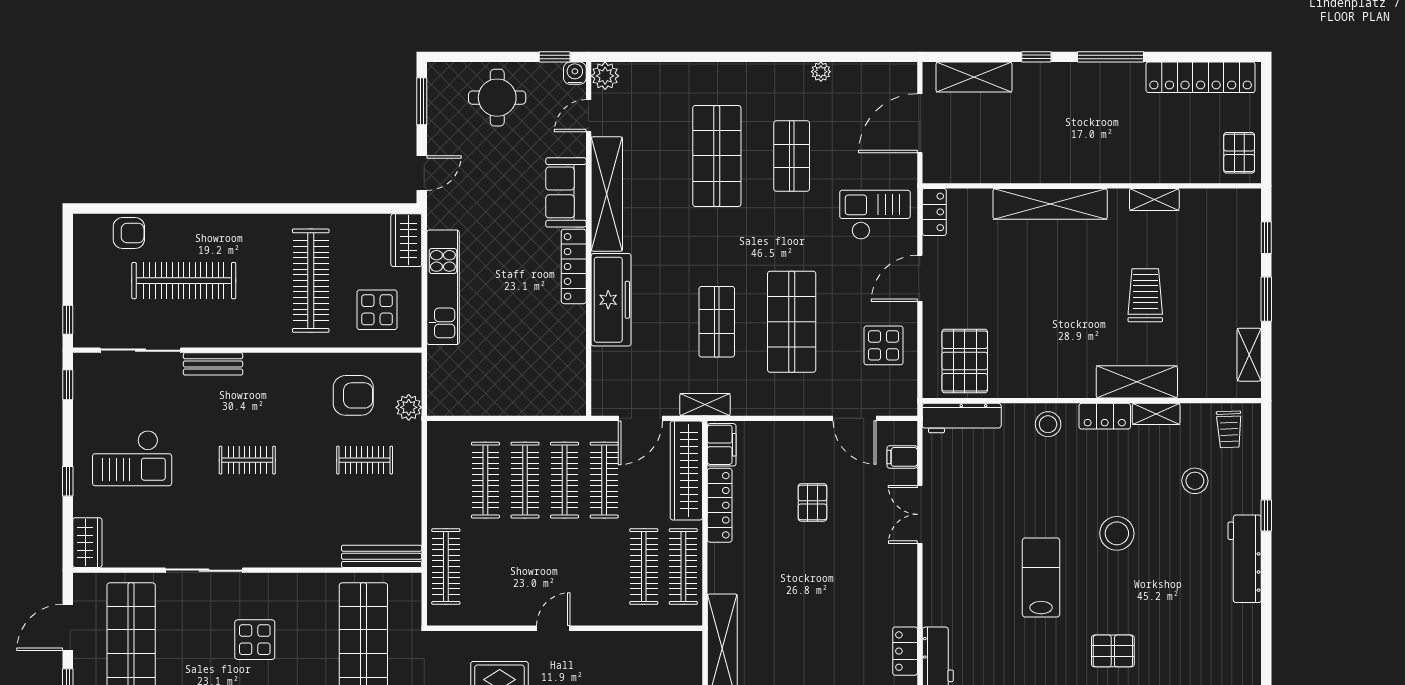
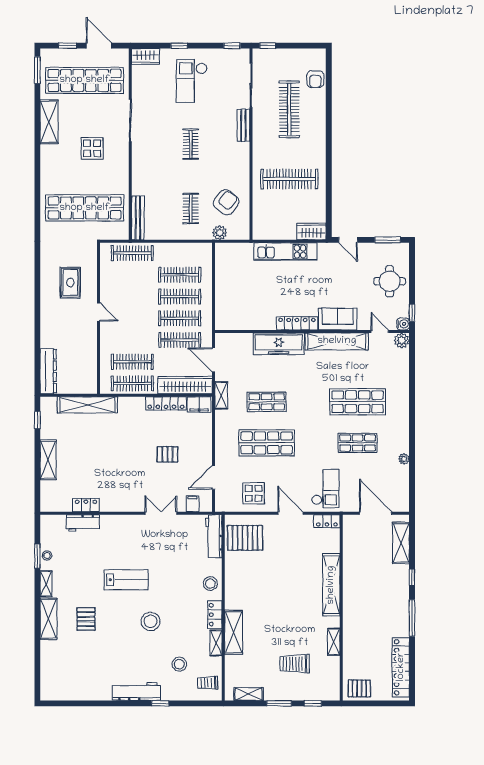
trolley: (1145, 295) -> (295, 664), moved, turned 180
display table: (377, 310) -> (273, 215), removed
armchair: (353, 395) -> (226, 202), turned -142

